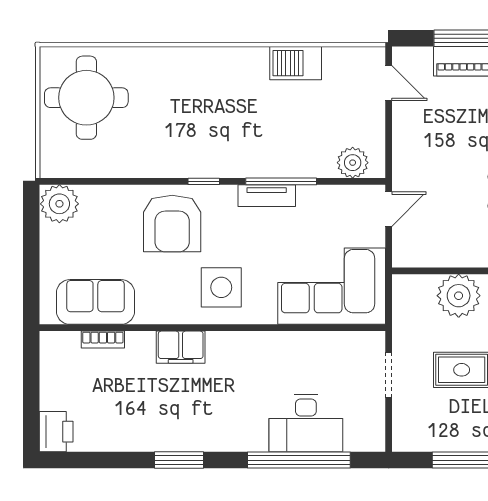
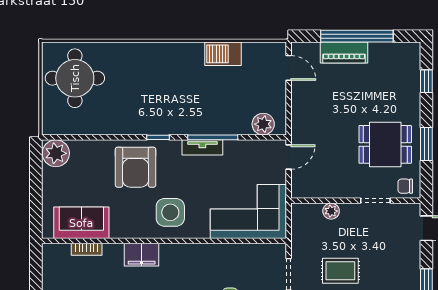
plant: (459, 296) -> (331, 211), width x0.53, depth x0.53

